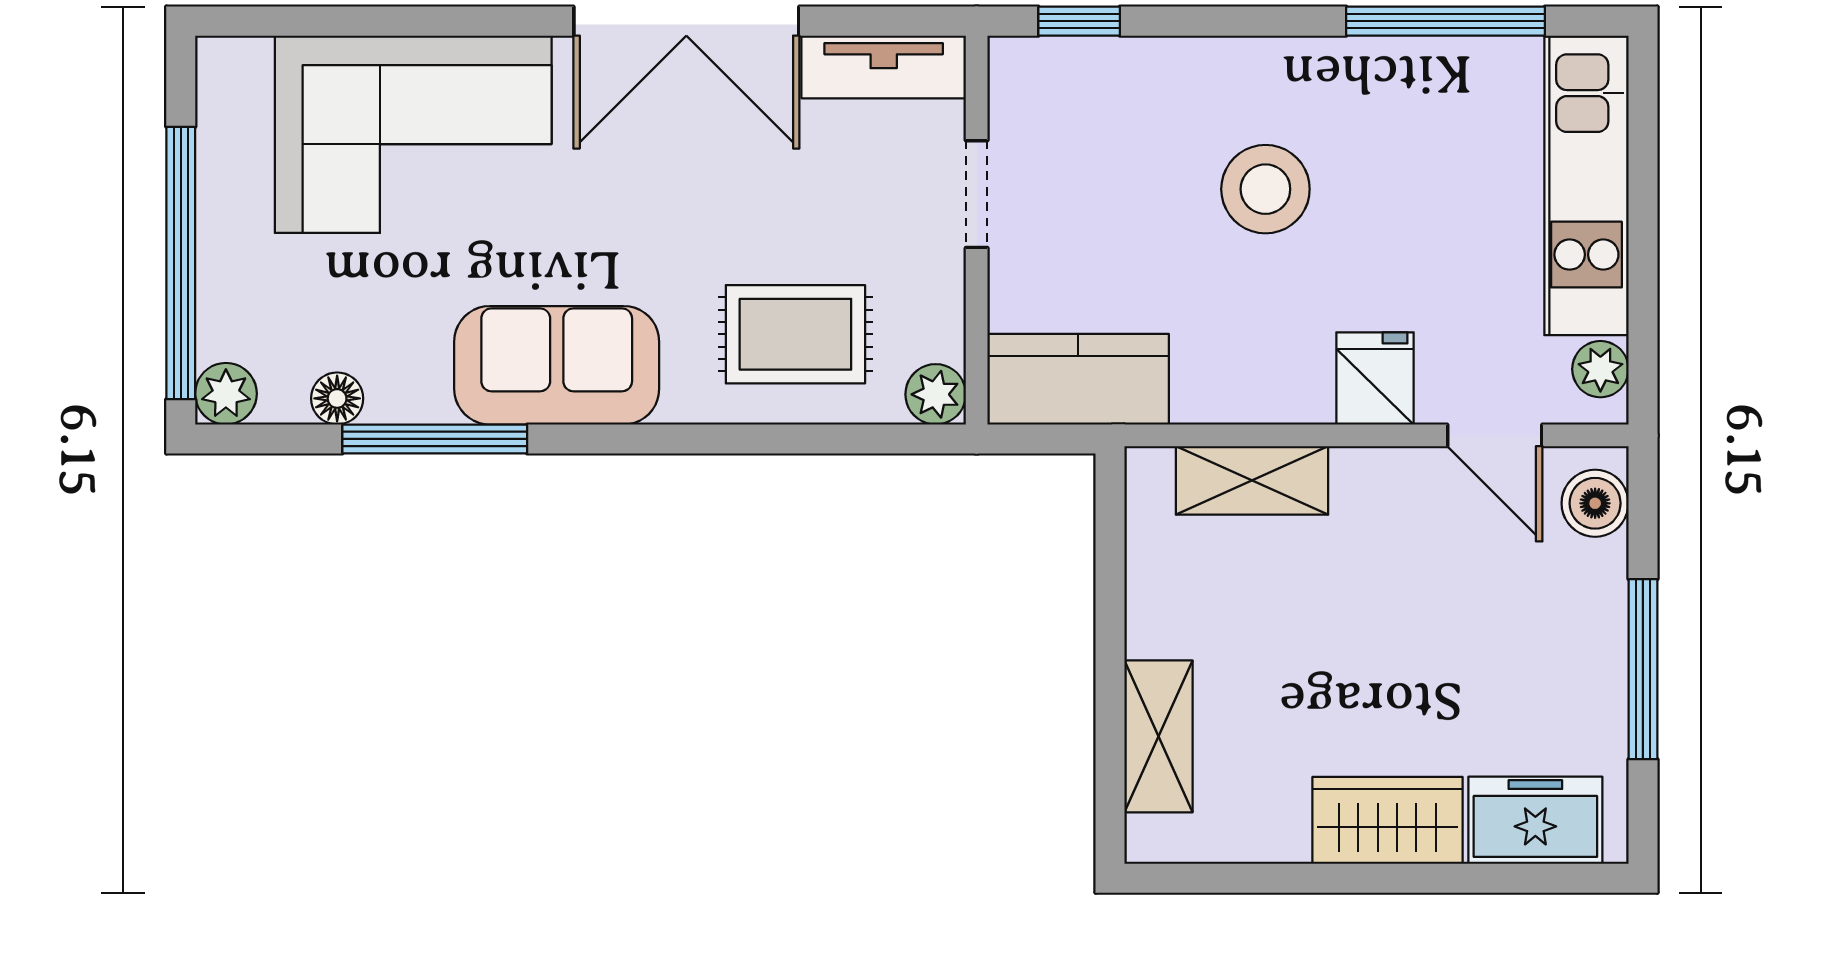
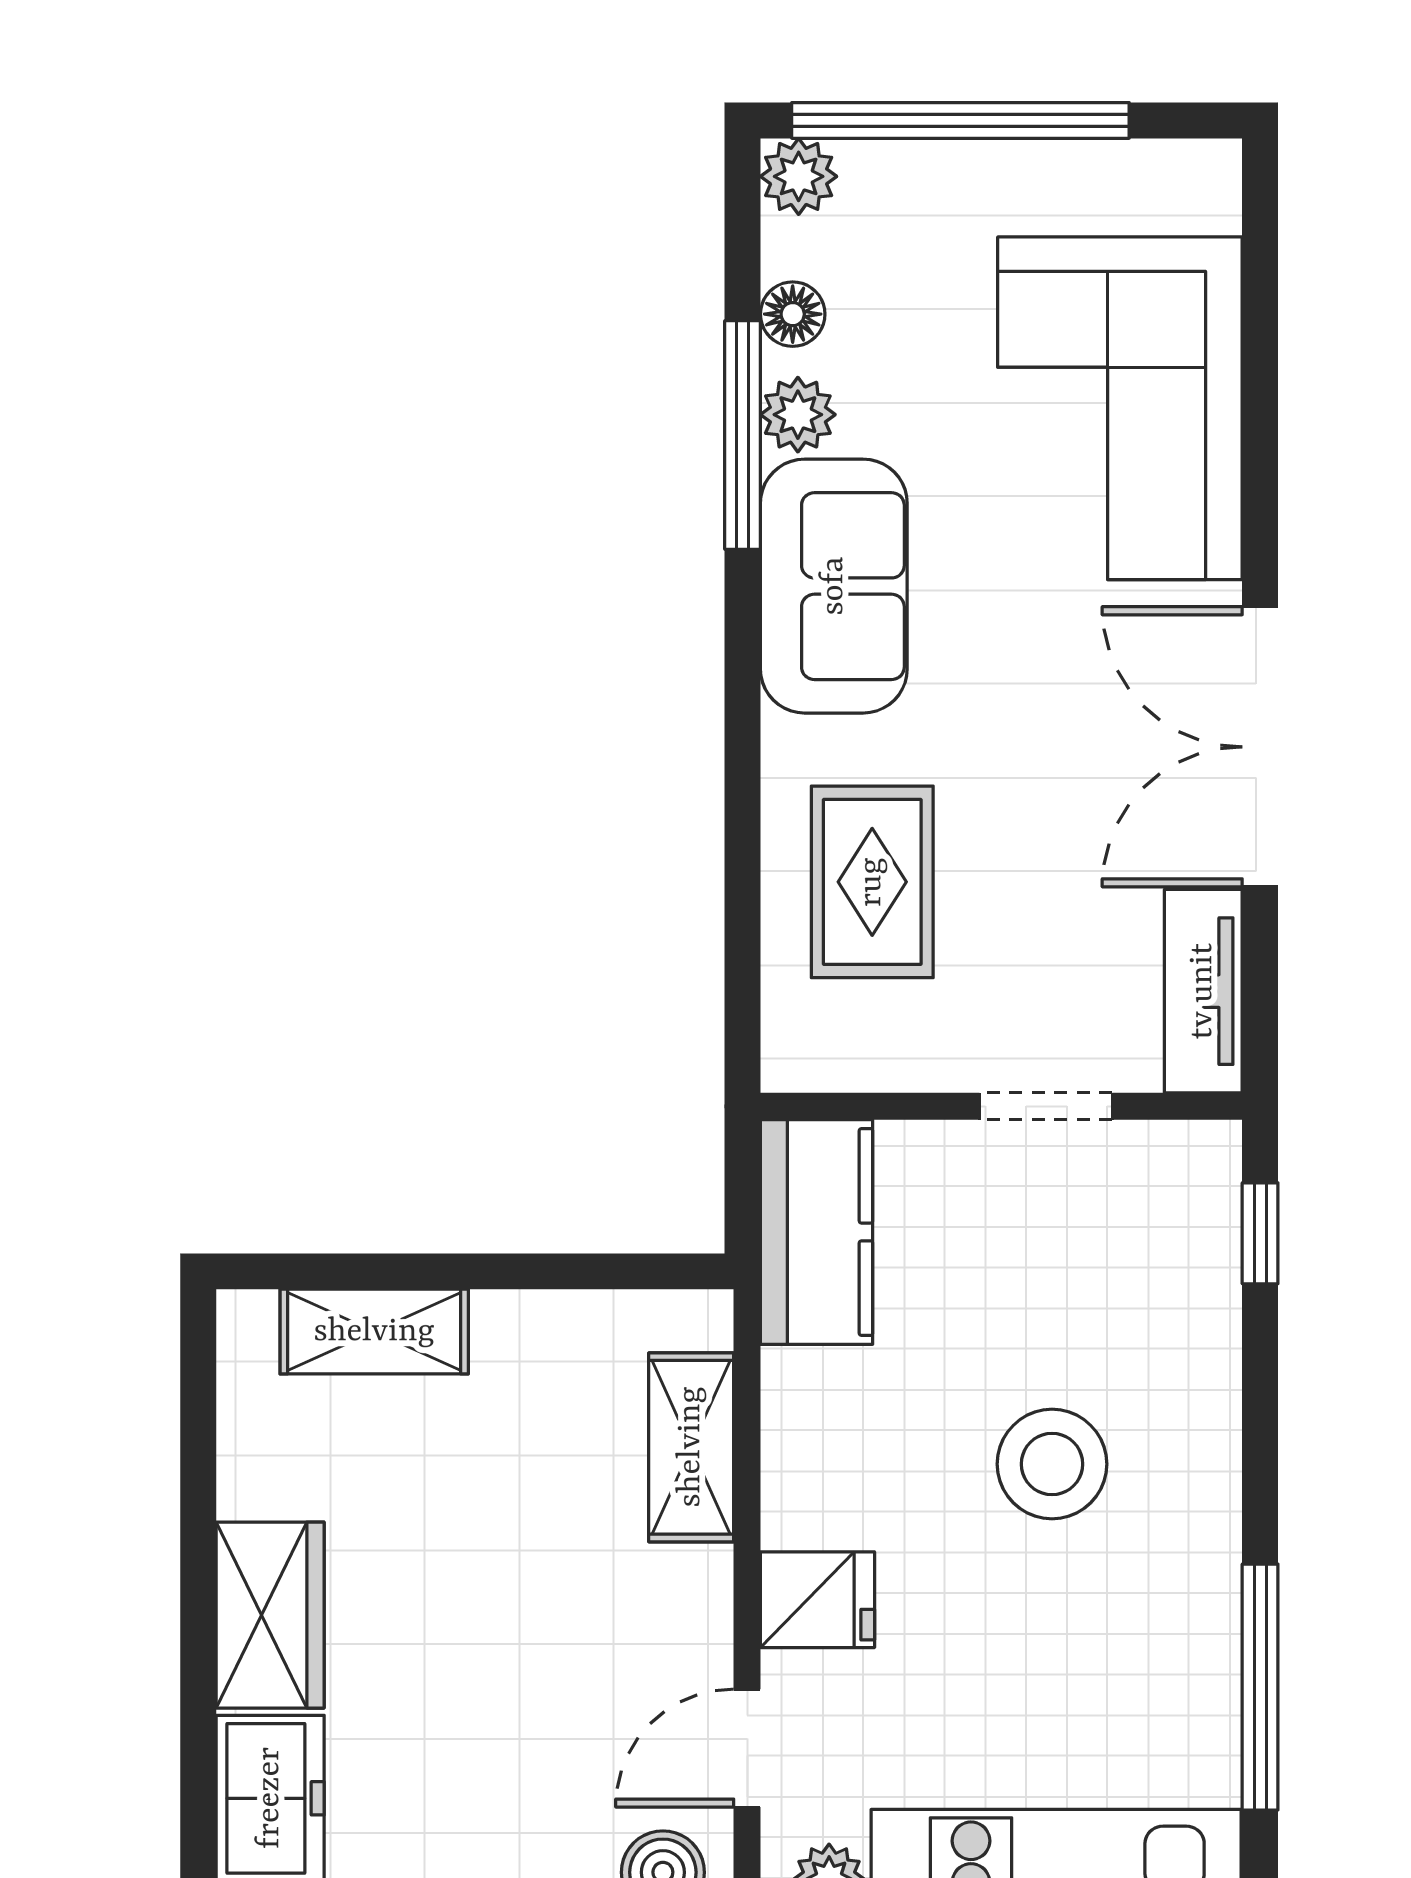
plant: (936, 394) -> (798, 415), moved

